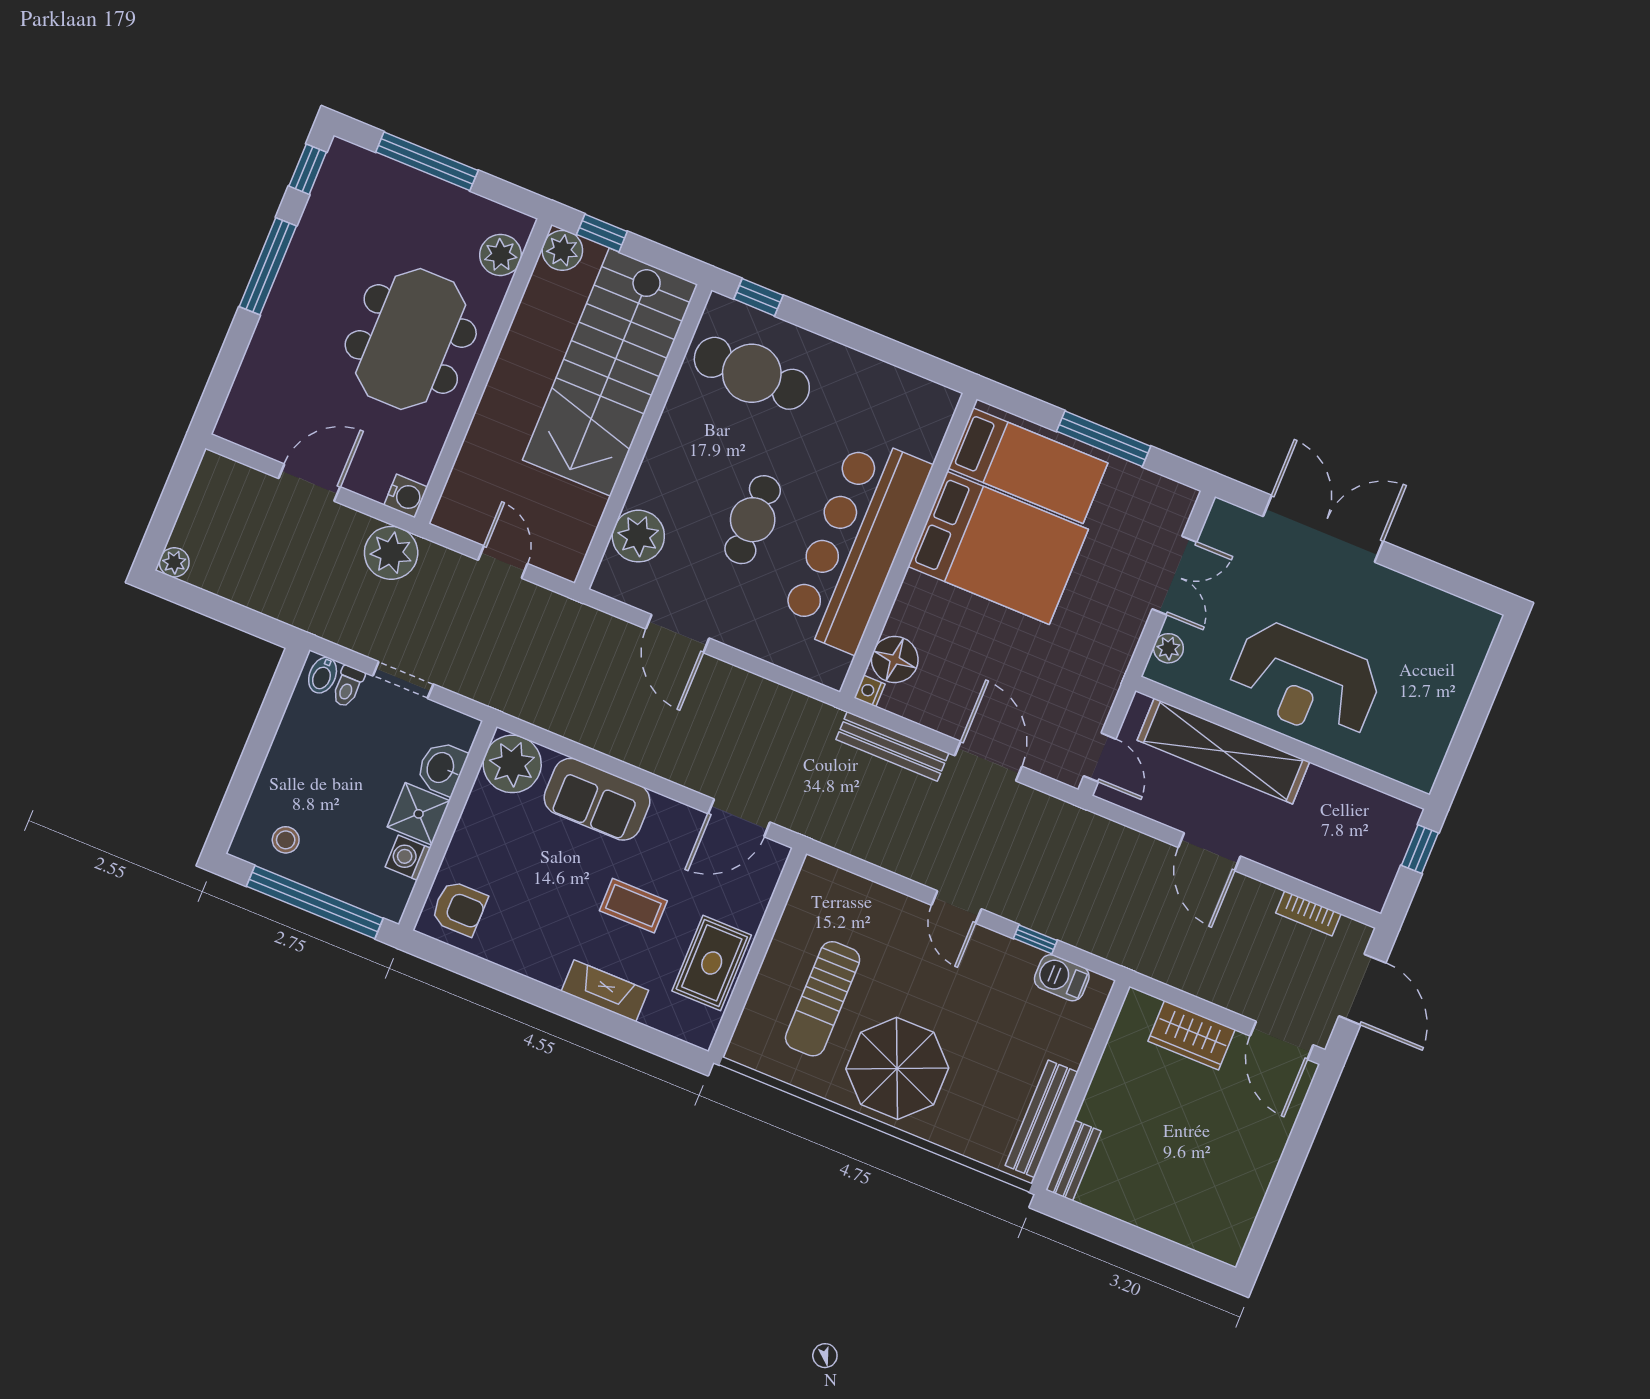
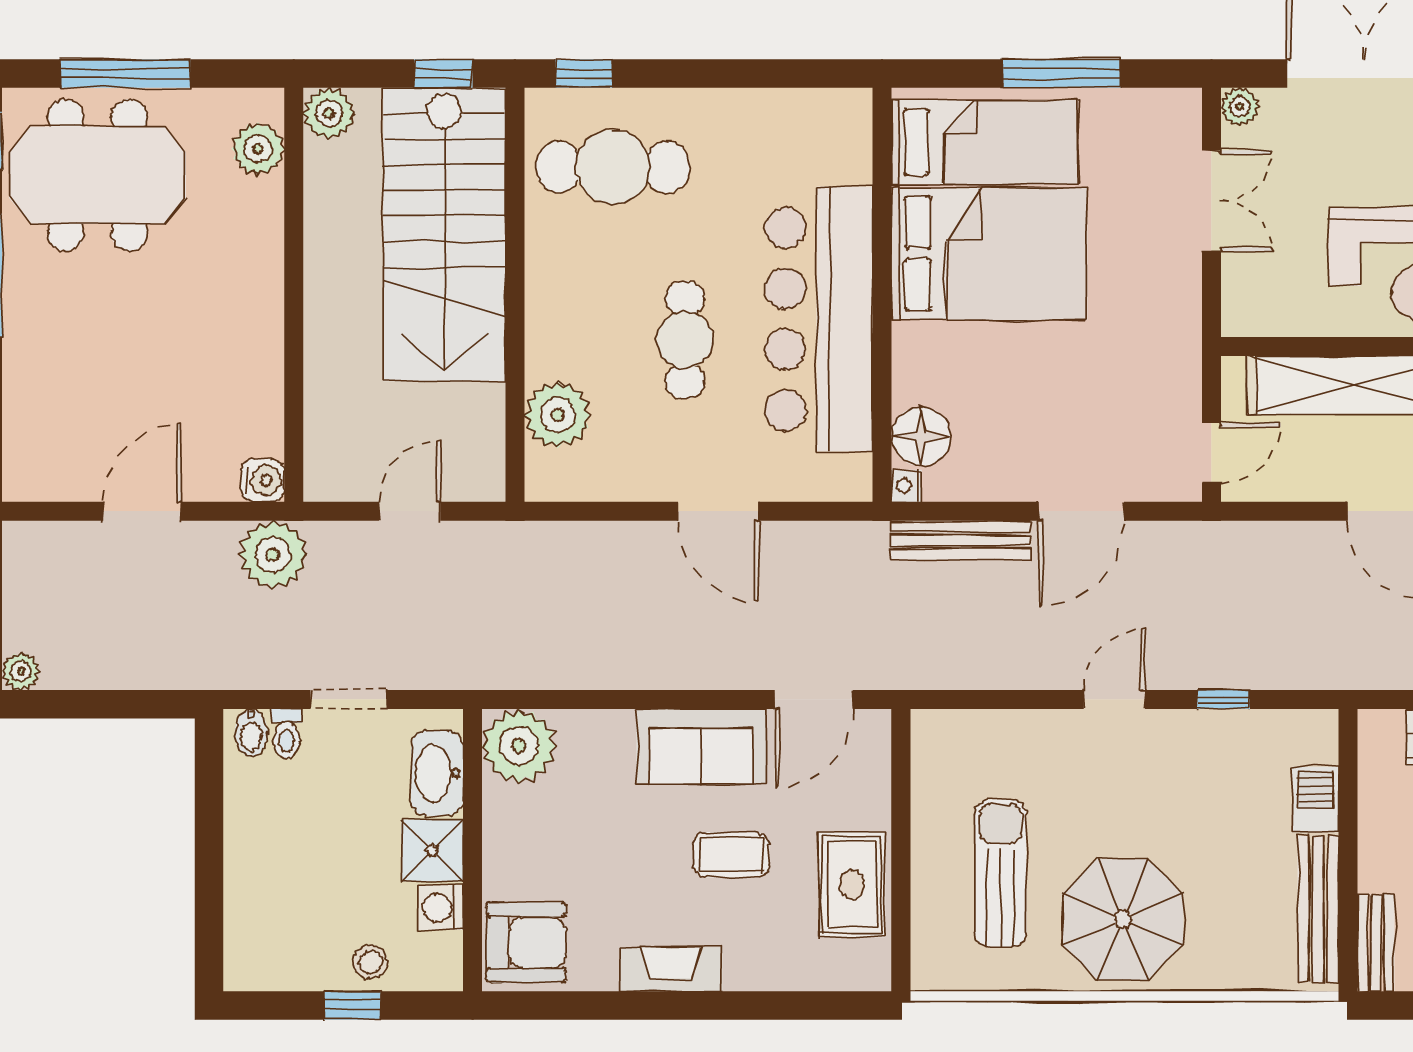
window: (602, 233) -> (443, 74), moved
meeting table: (411, 339) -> (97, 175), moved, turned 90
door: (503, 562) -> (410, 511), hinge flipped
door: (677, 634) -> (718, 511), moved
plant: (1168, 648) -> (1240, 107), moved
door: (1100, 757) -> (1211, 453), hinge flipped
door: (988, 761) -> (1081, 511), swing flipped
washbasin: (441, 768) -> (437, 773), width x1.38
sofa: (597, 799) -> (701, 746), moved
stool: (286, 840) -> (370, 962), moved
window: (315, 902) -> (352, 1005), width x0.32
door: (956, 907) -> (1114, 699), swing flipped
armchair: (459, 908) -> (526, 942), width x1.38, depth x1.38
barbecue: (1062, 978) -> (1315, 800), moved, turned 90
fireplace: (605, 991) -> (671, 969), moved
sun lounger: (823, 999) -> (1000, 873), turned 180

